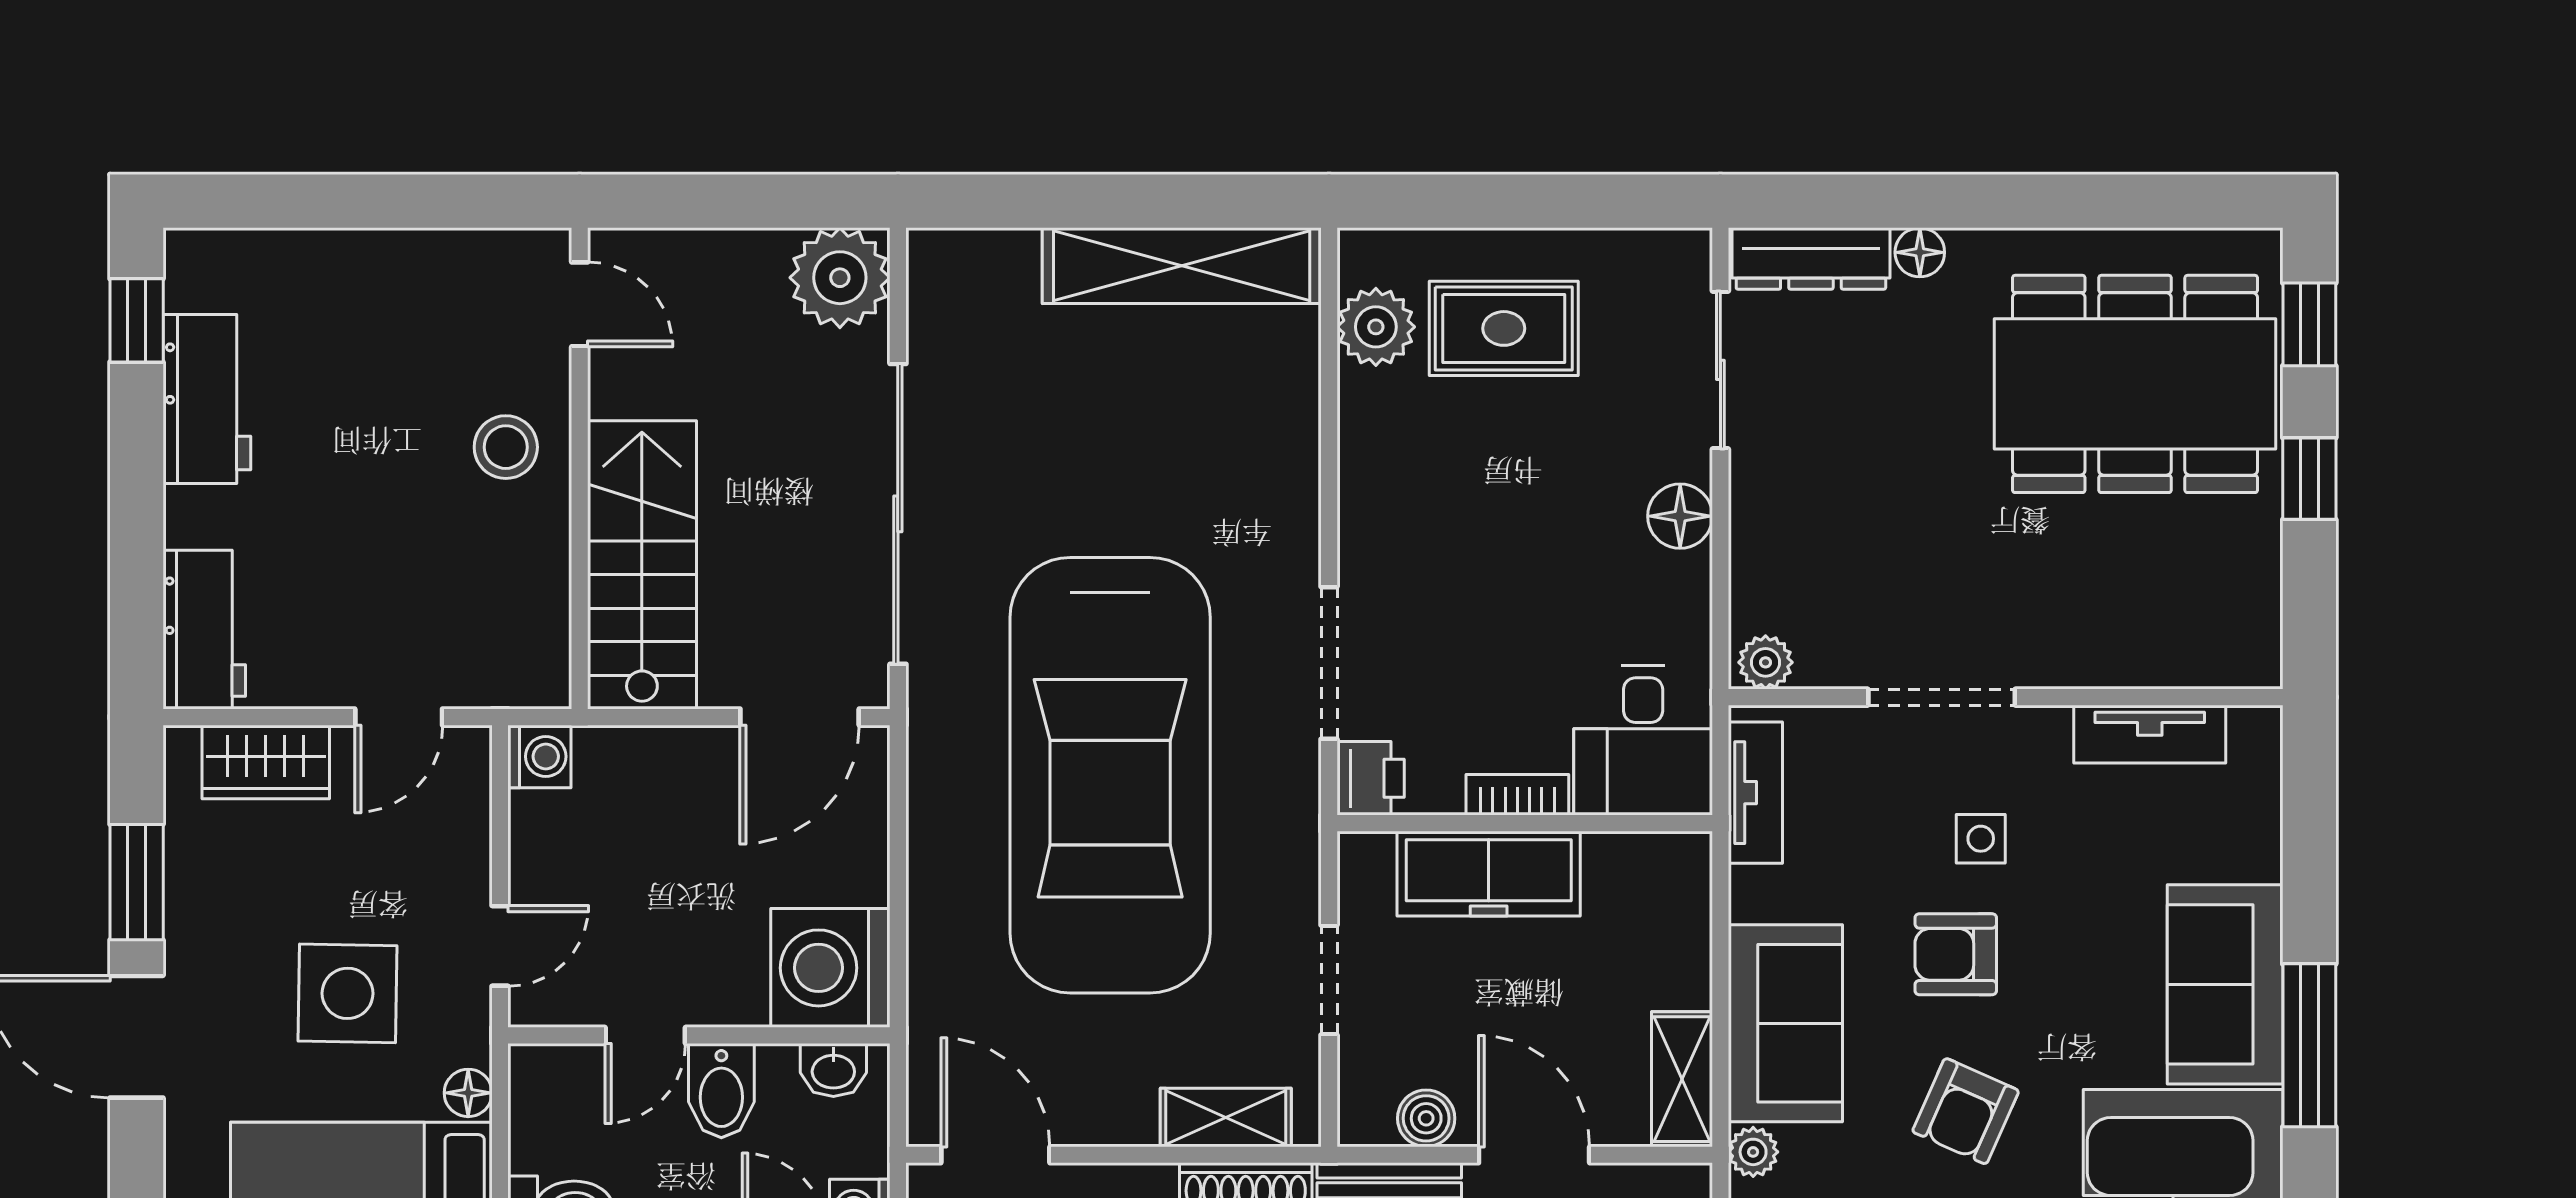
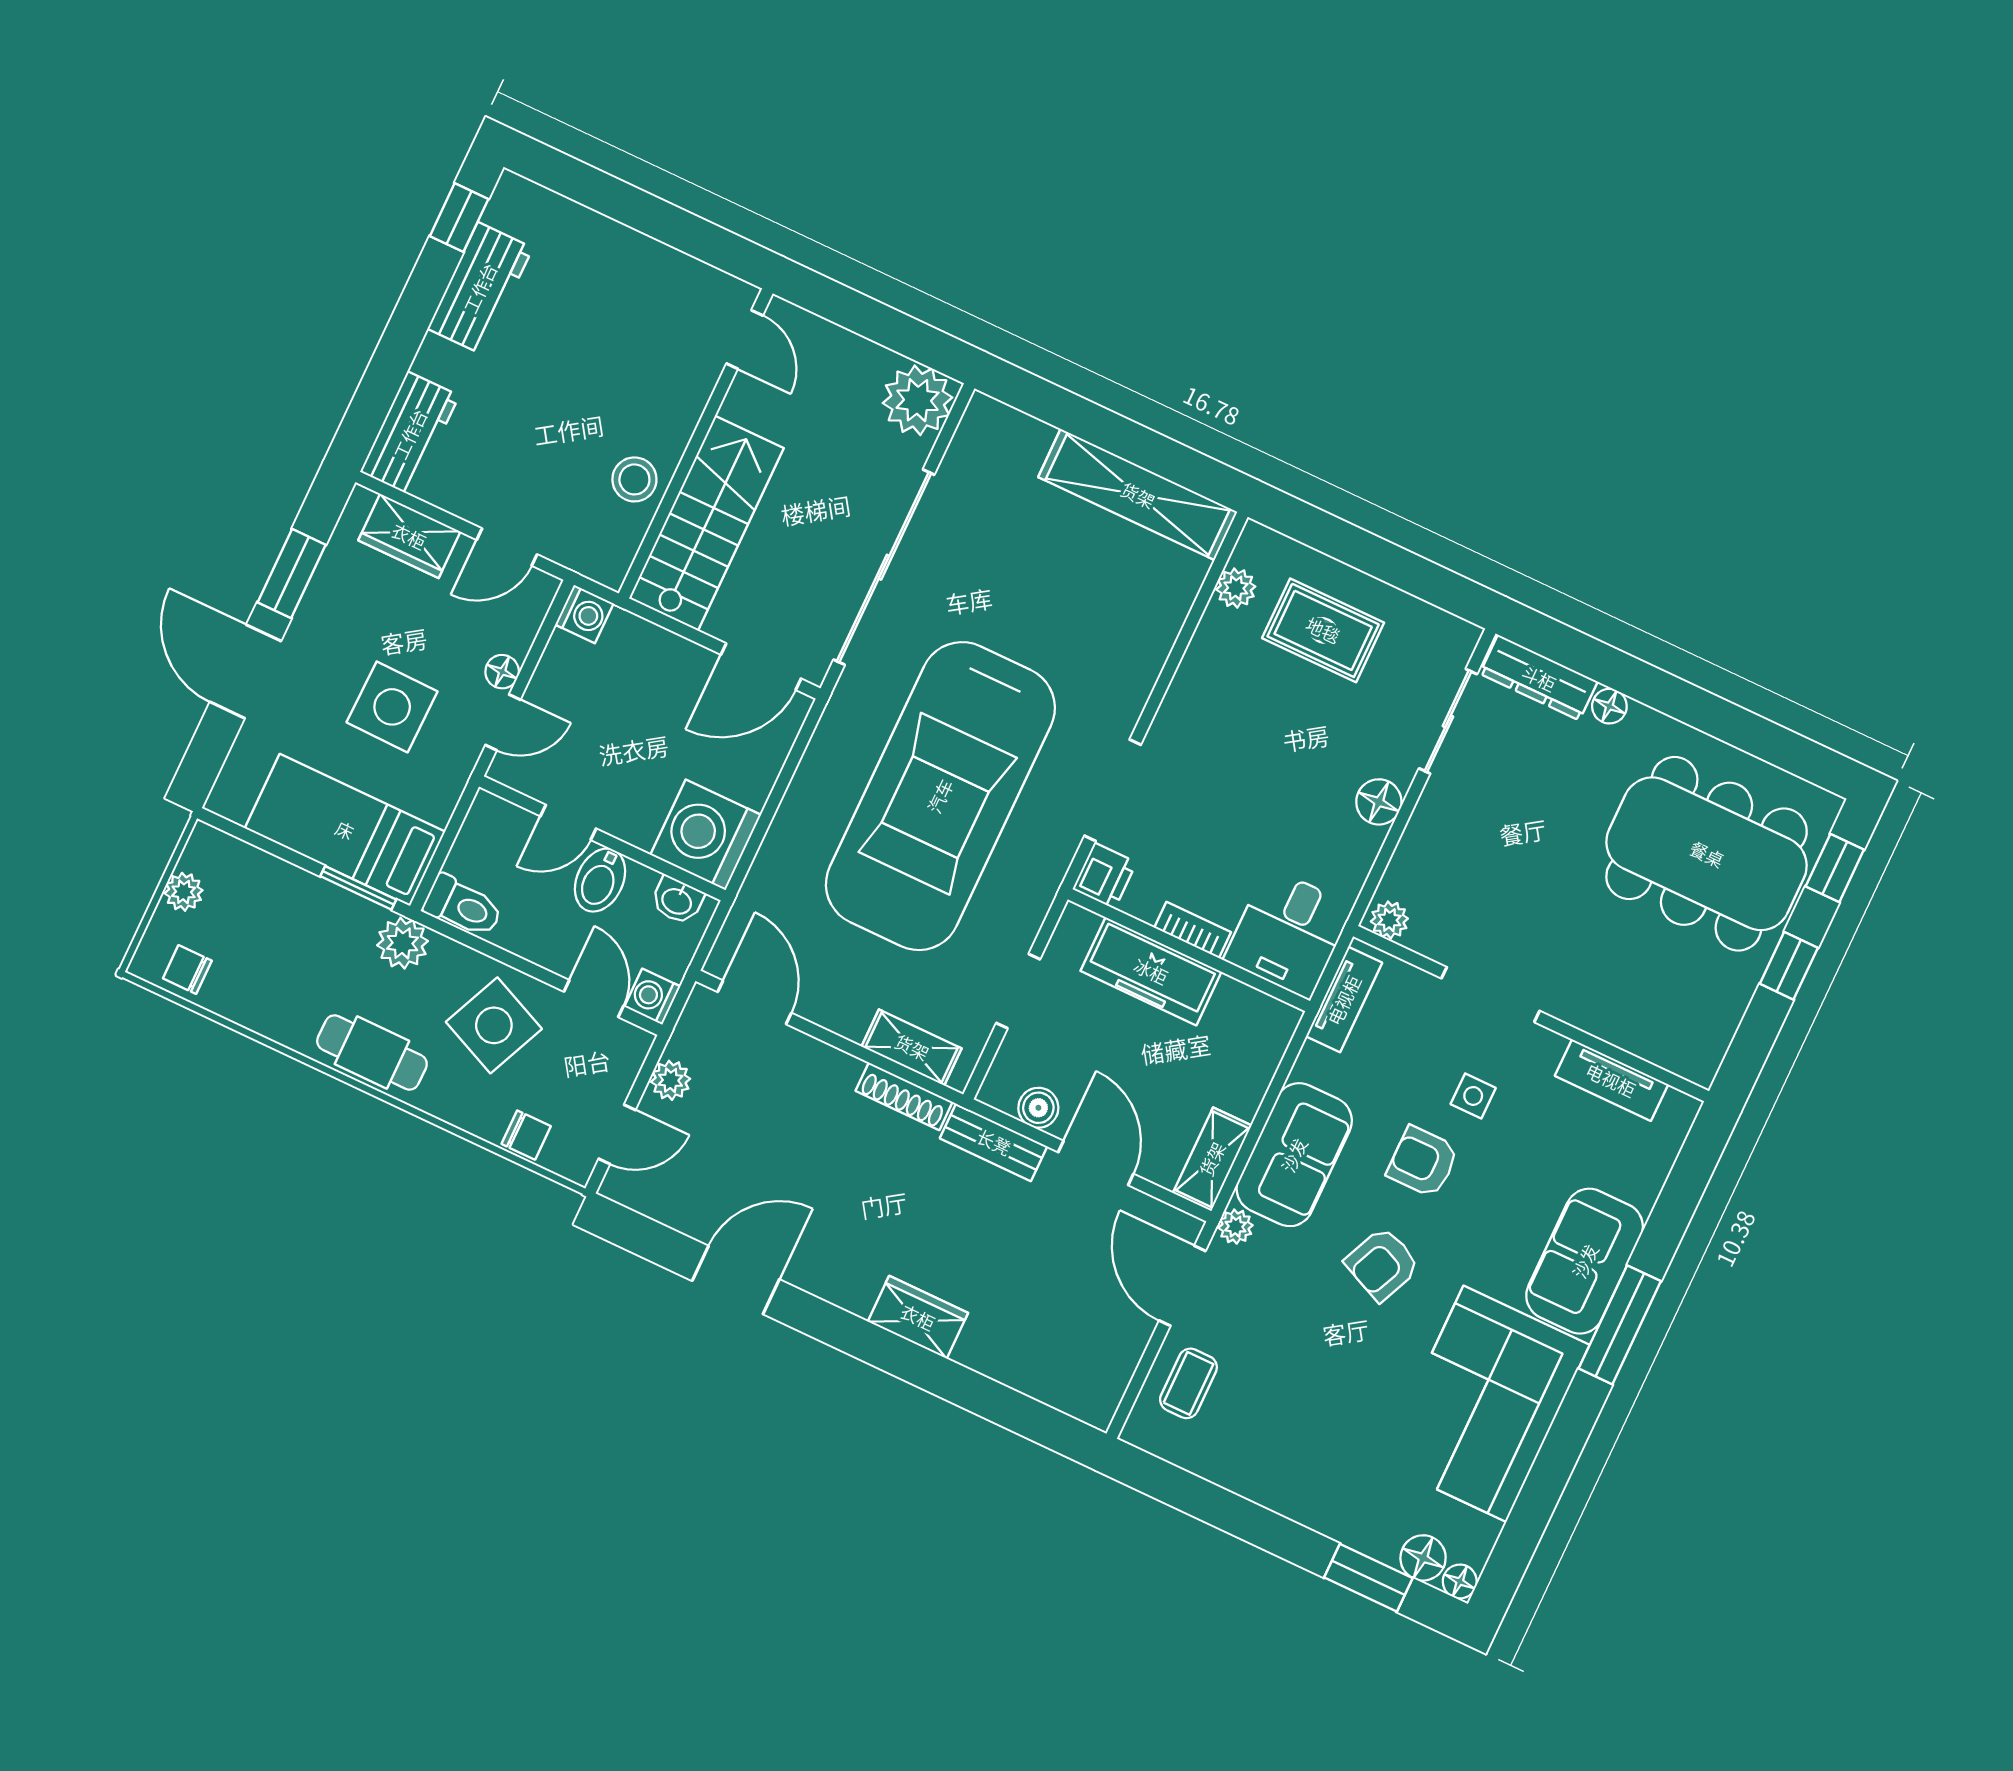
plant: (1376, 327) -> (1236, 588), width x0.73, depth x0.73
stool: (506, 447) -> (634, 479), moved
floor lamp: (468, 1093) -> (502, 672), moved

